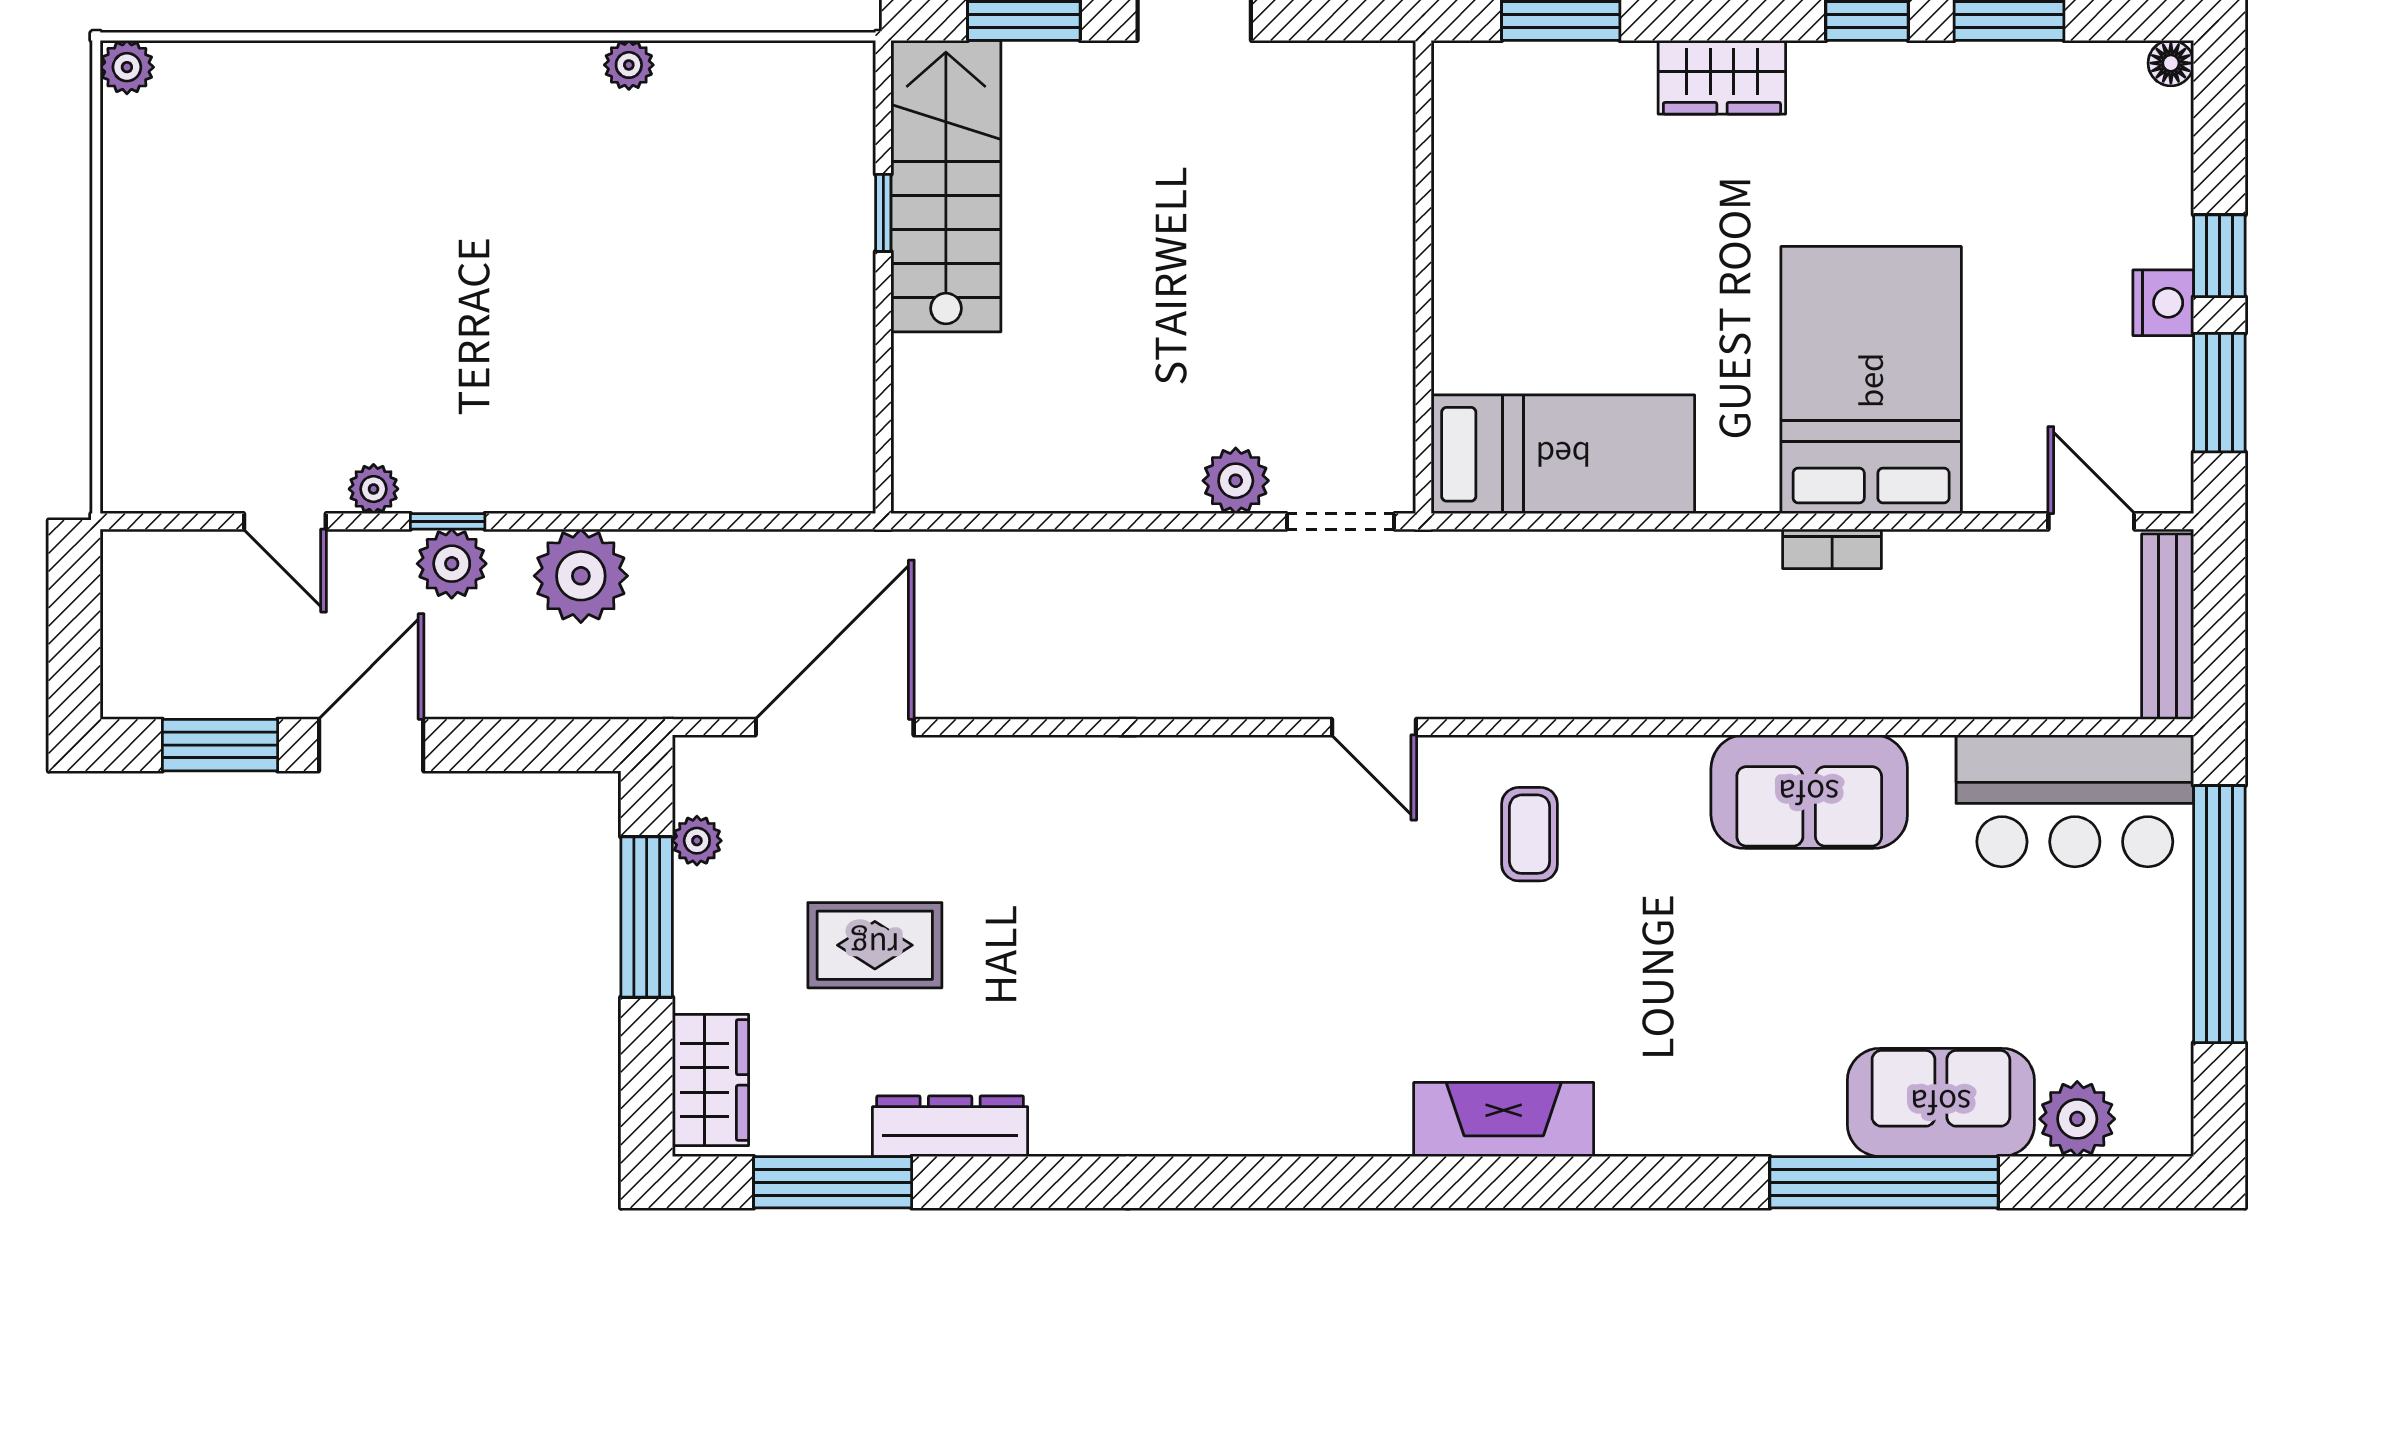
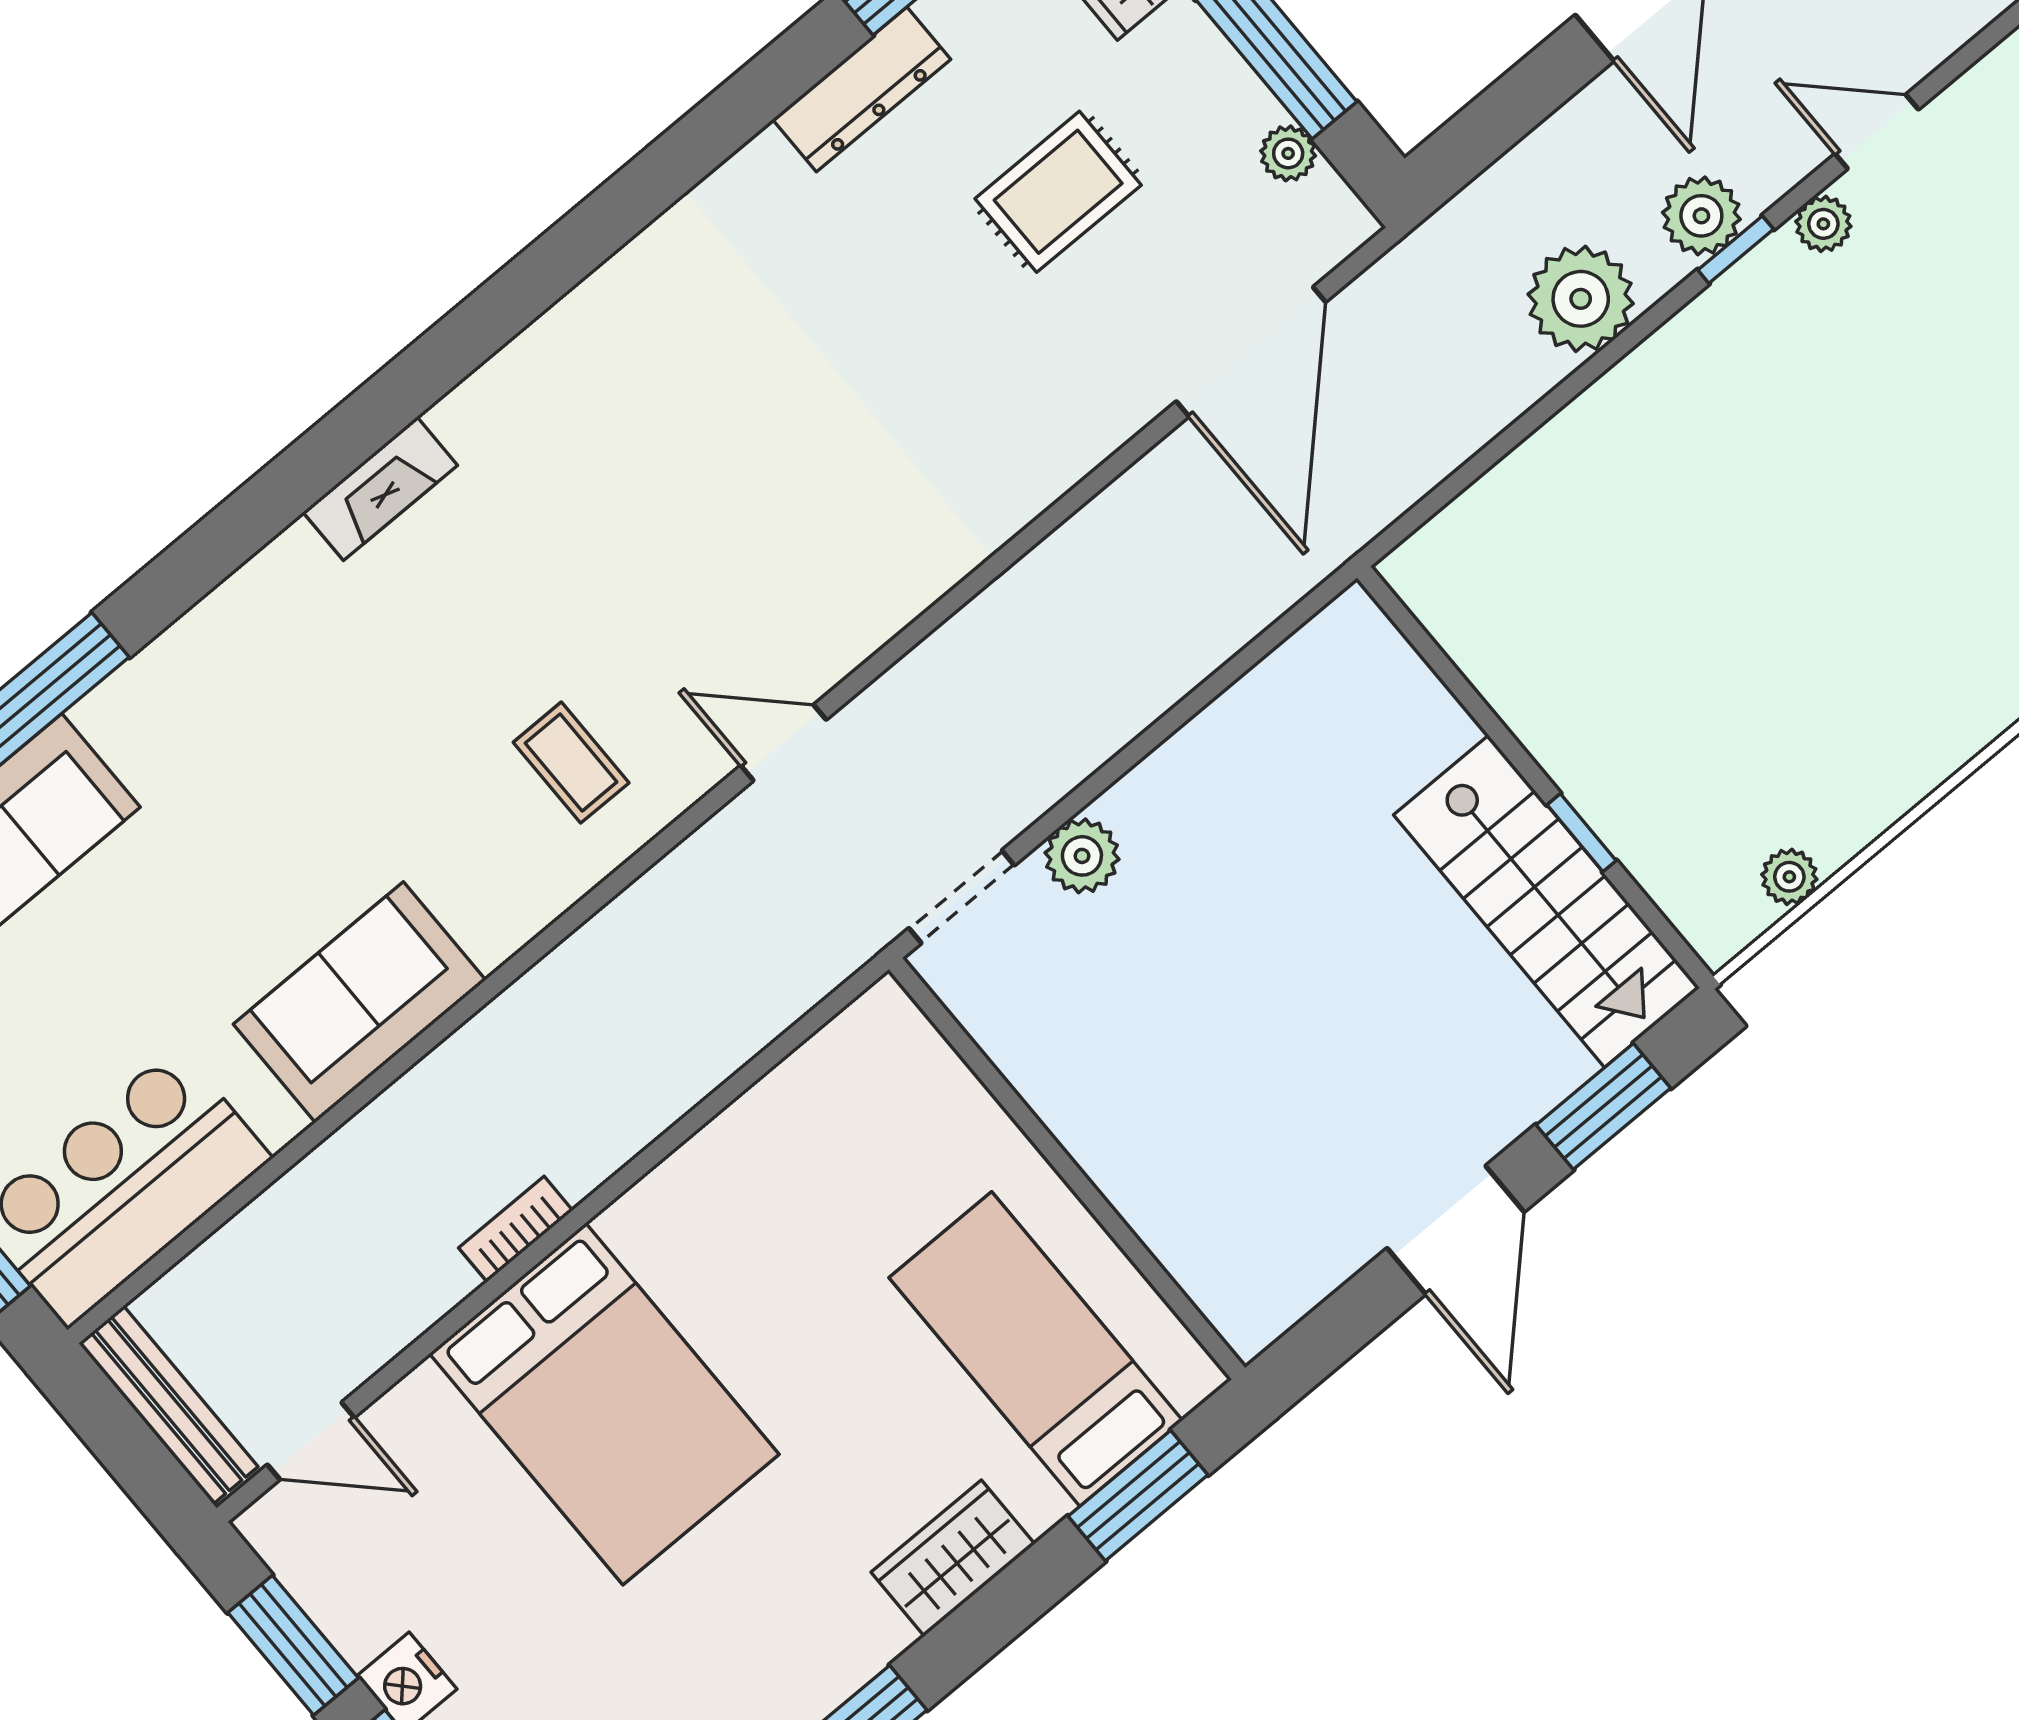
plant: (629, 65) -> (1789, 877), moved
bed: (1563, 454) -> (1036, 1349), moved, turned 90
fireplace: (1504, 1119) -> (380, 489), width x0.73, depth x0.76

